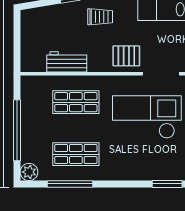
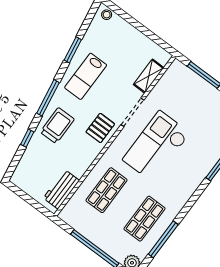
trolley: (100, 17) -> (57, 126), width x1.36, depth x1.39
workbench: (67, 62) -> (61, 189), moved

